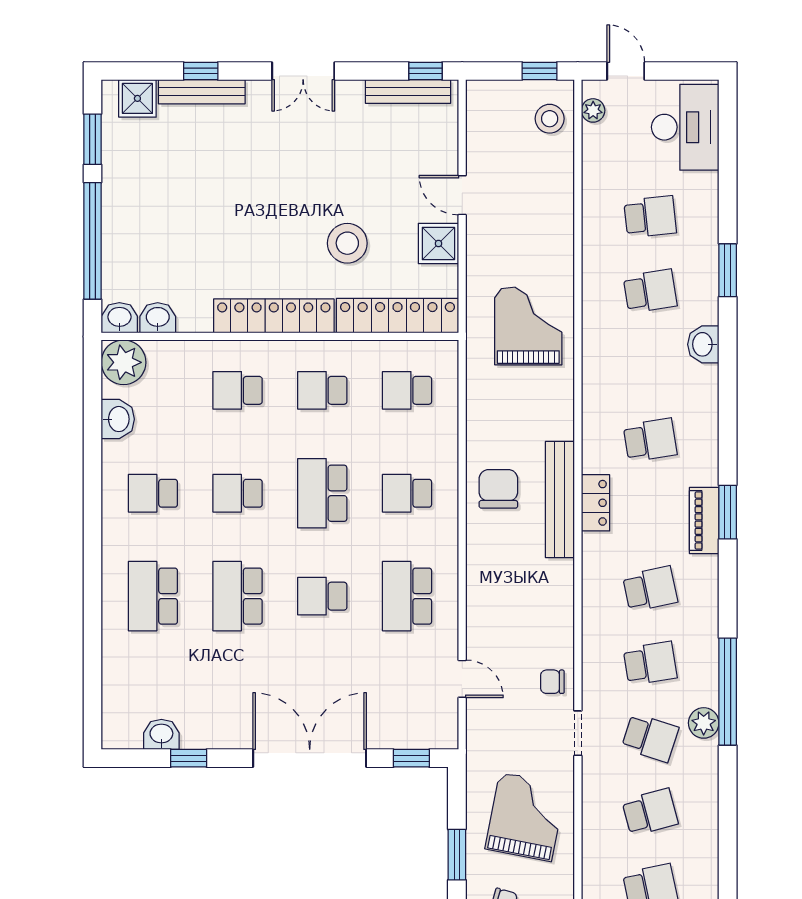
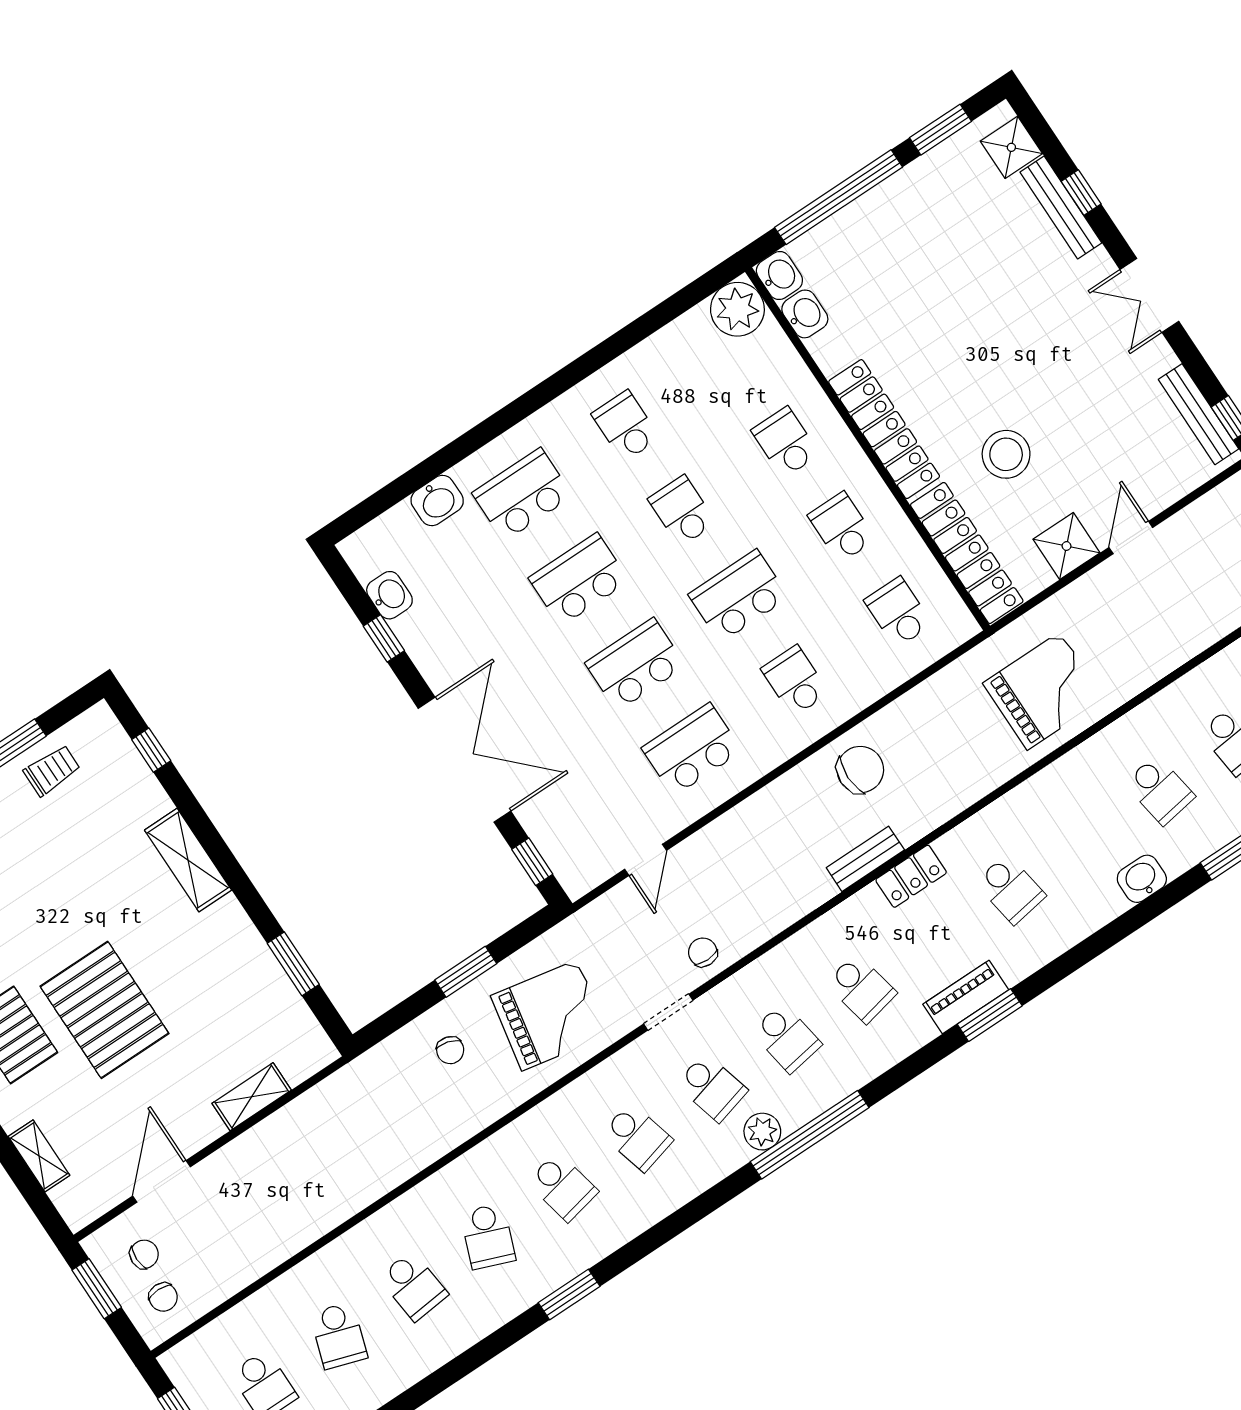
washbasin: (118, 419) -> (437, 501), moved
bench: (560, 499) -> (865, 859), width x0.54, depth x0.82
school desk: (322, 596) -> (635, 664), width x1.85
school desk: (650, 738) -> (712, 1088), turned -33

